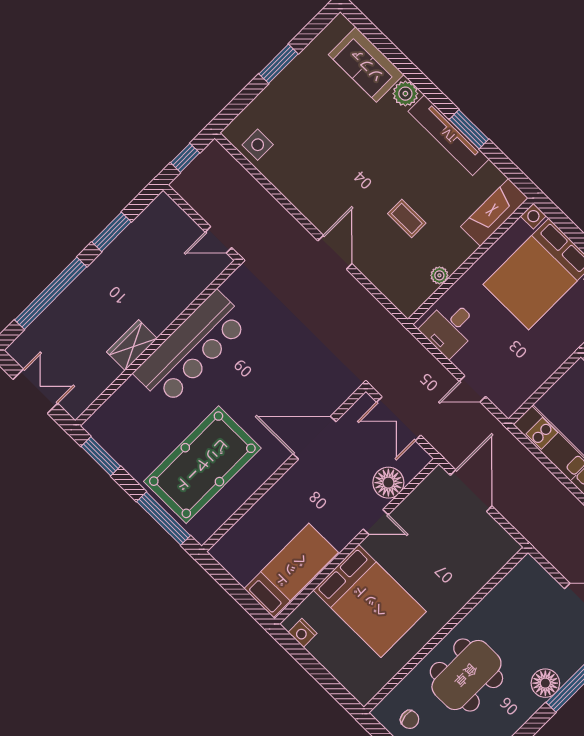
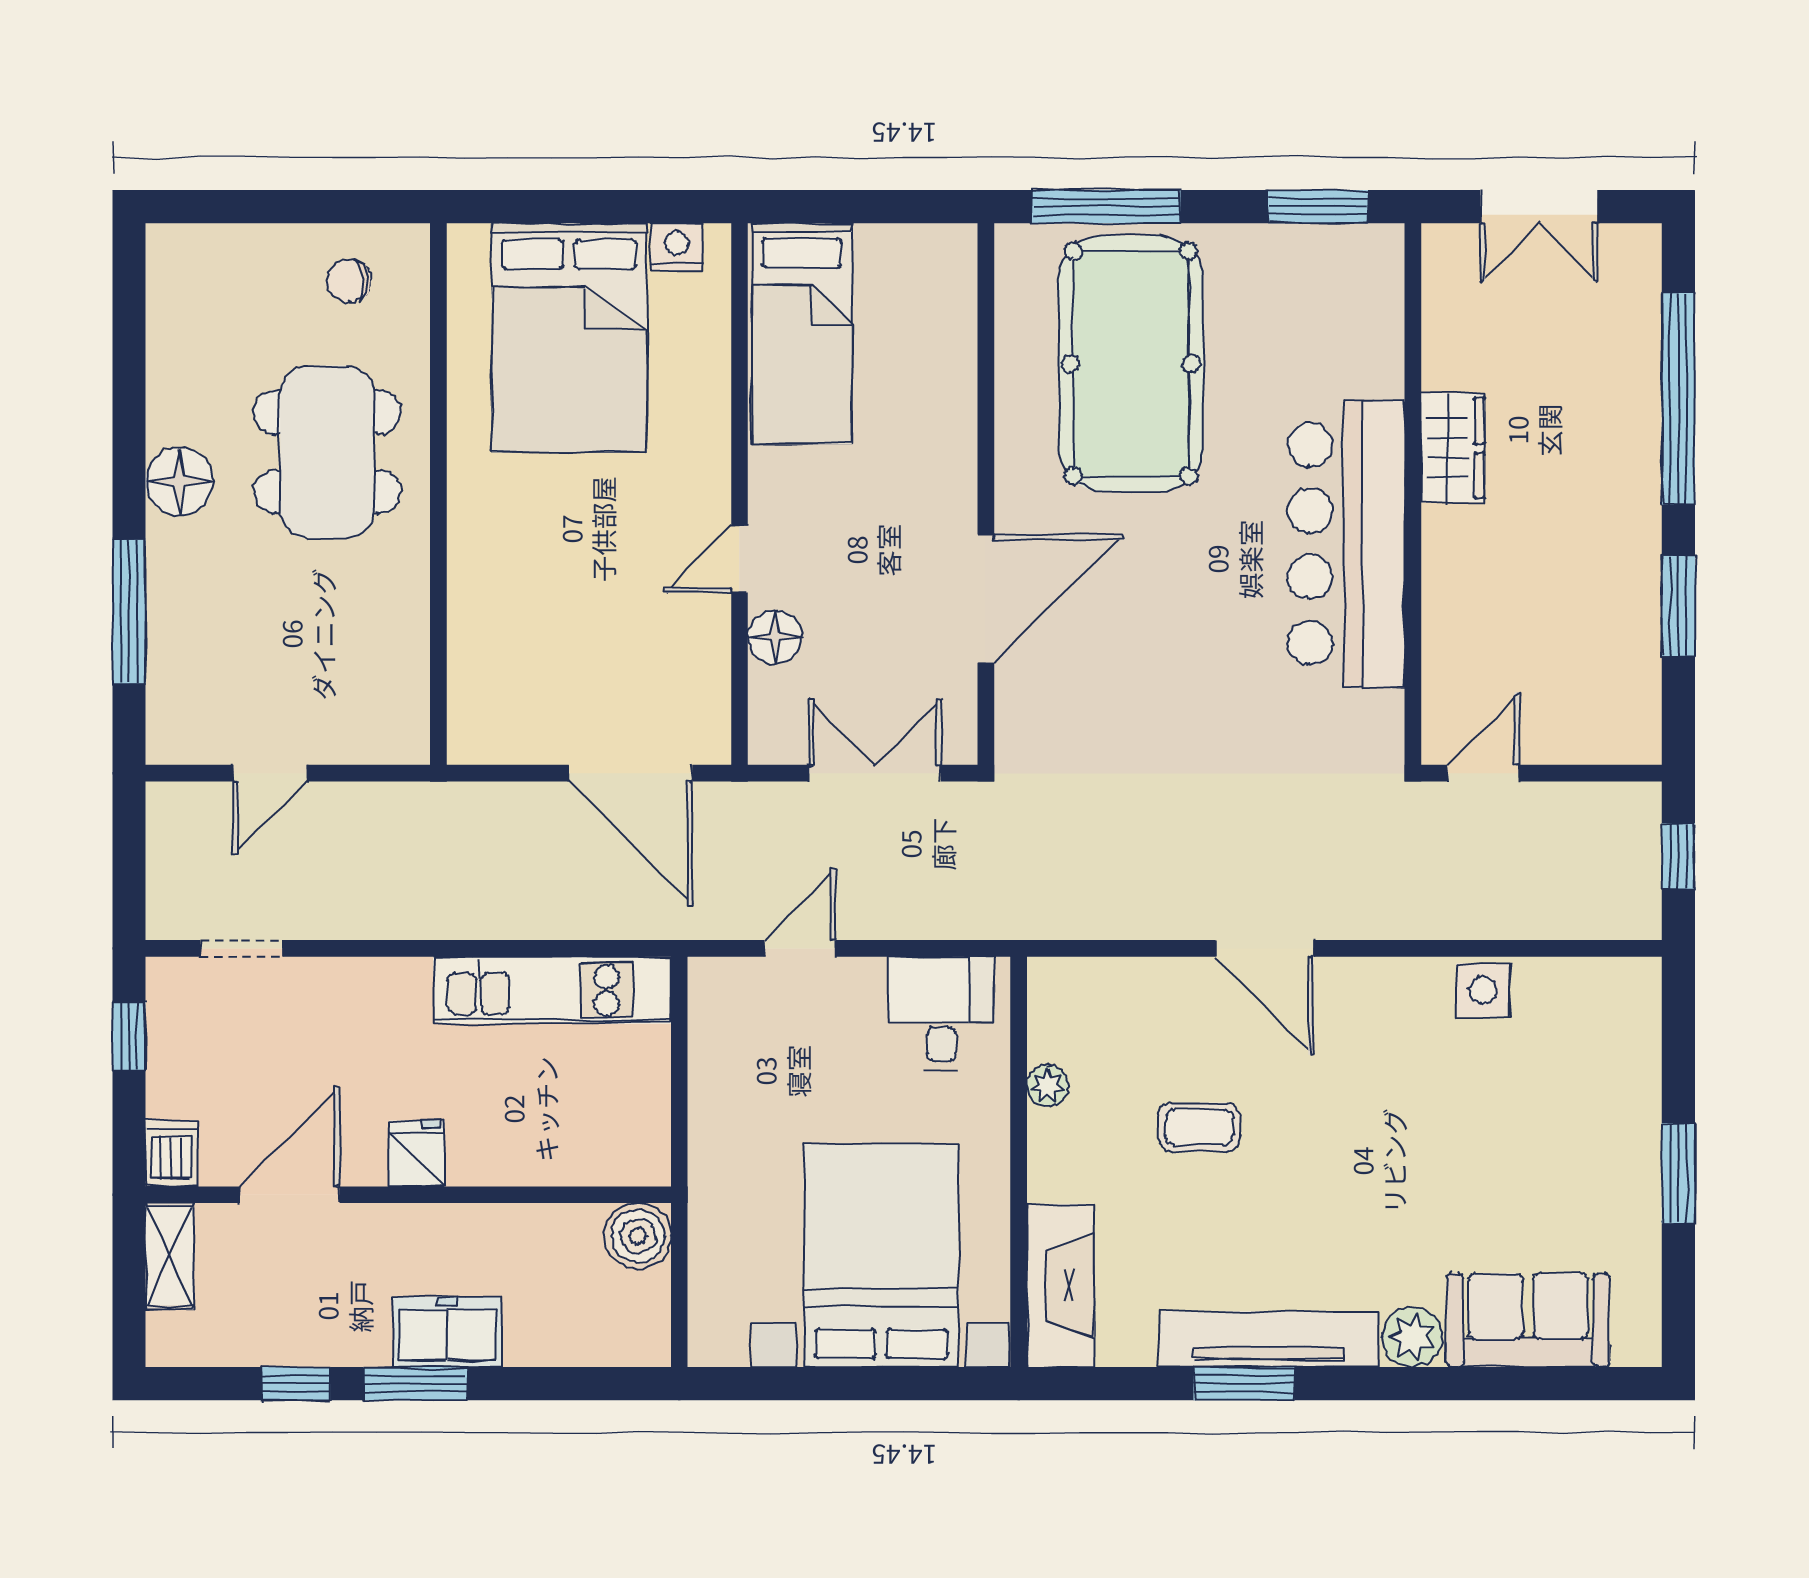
side table: (258, 145) -> (1483, 990), moved
floor lamp: (388, 483) -> (775, 637), width x0.73, depth x0.73
bed: (370, 601) -> (569, 338), moved, turned -90
floor lamp: (545, 683) -> (179, 481), moved

